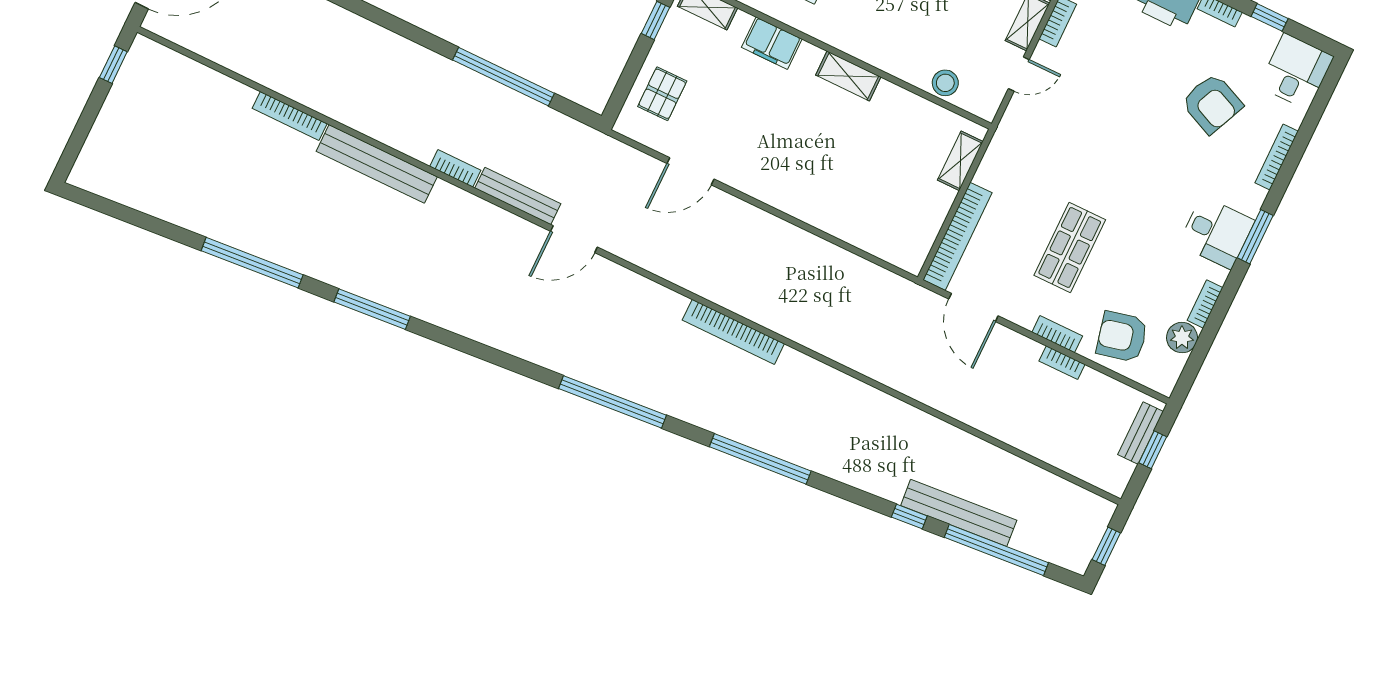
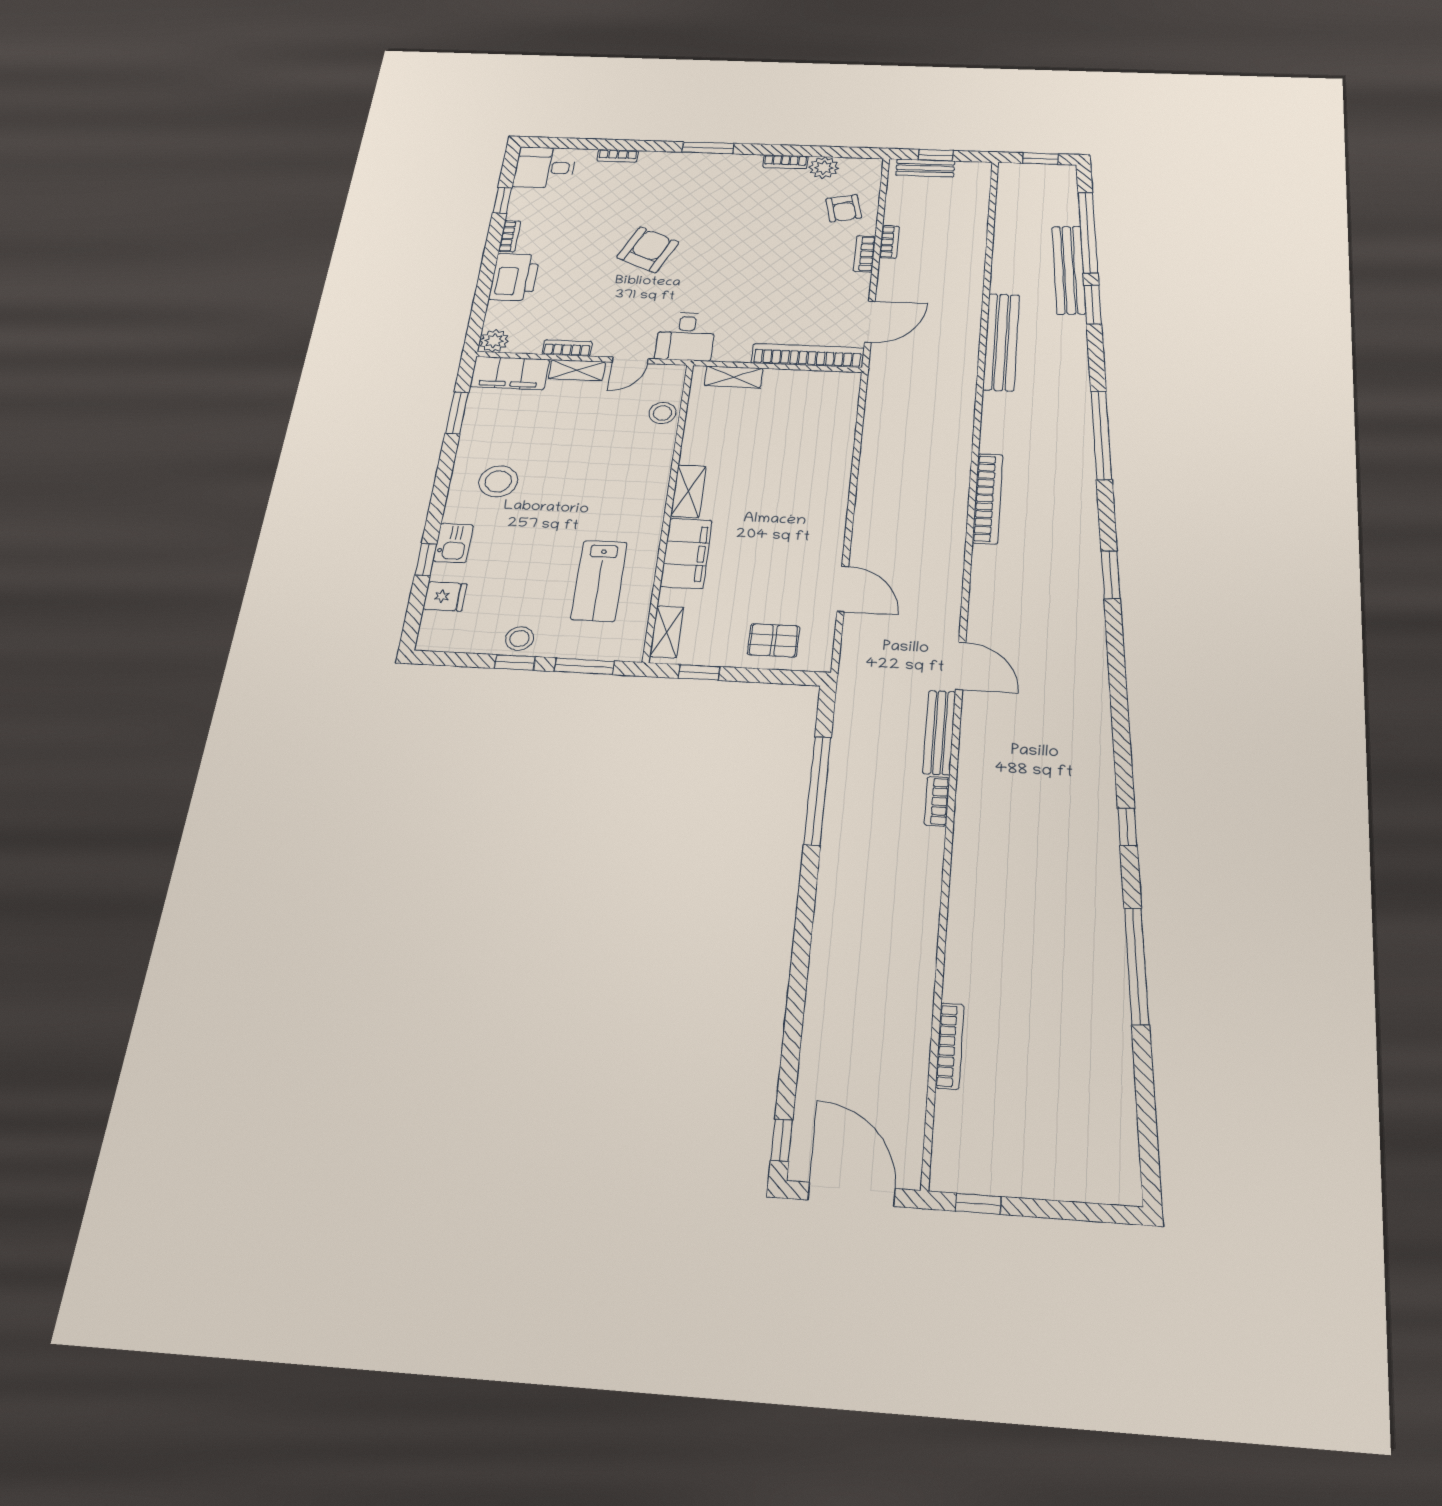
filing cabinet: (772, 43) -> (686, 553), width x1.50, depth x1.17
door: (1019, 74) -> (630, 360), swing flipped
armchair: (1212, 104) -> (648, 250), moved
bookcase: (290, 116) -> (950, 1046), moved
bookcase: (1277, 157) -> (618, 156), width x0.64
bench: (377, 164) -> (1001, 342), moved
desk: (1216, 232) -> (686, 336), moved, turned 180
shop shelf: (1070, 248) -> (779, 271), removed
window: (372, 309) -> (1127, 827), width x0.46
armchair: (1122, 337) -> (844, 208), width x0.72, depth x0.72
window: (613, 402) -> (1111, 575), width x0.47
window: (909, 516) -> (1093, 304), width x1.50

